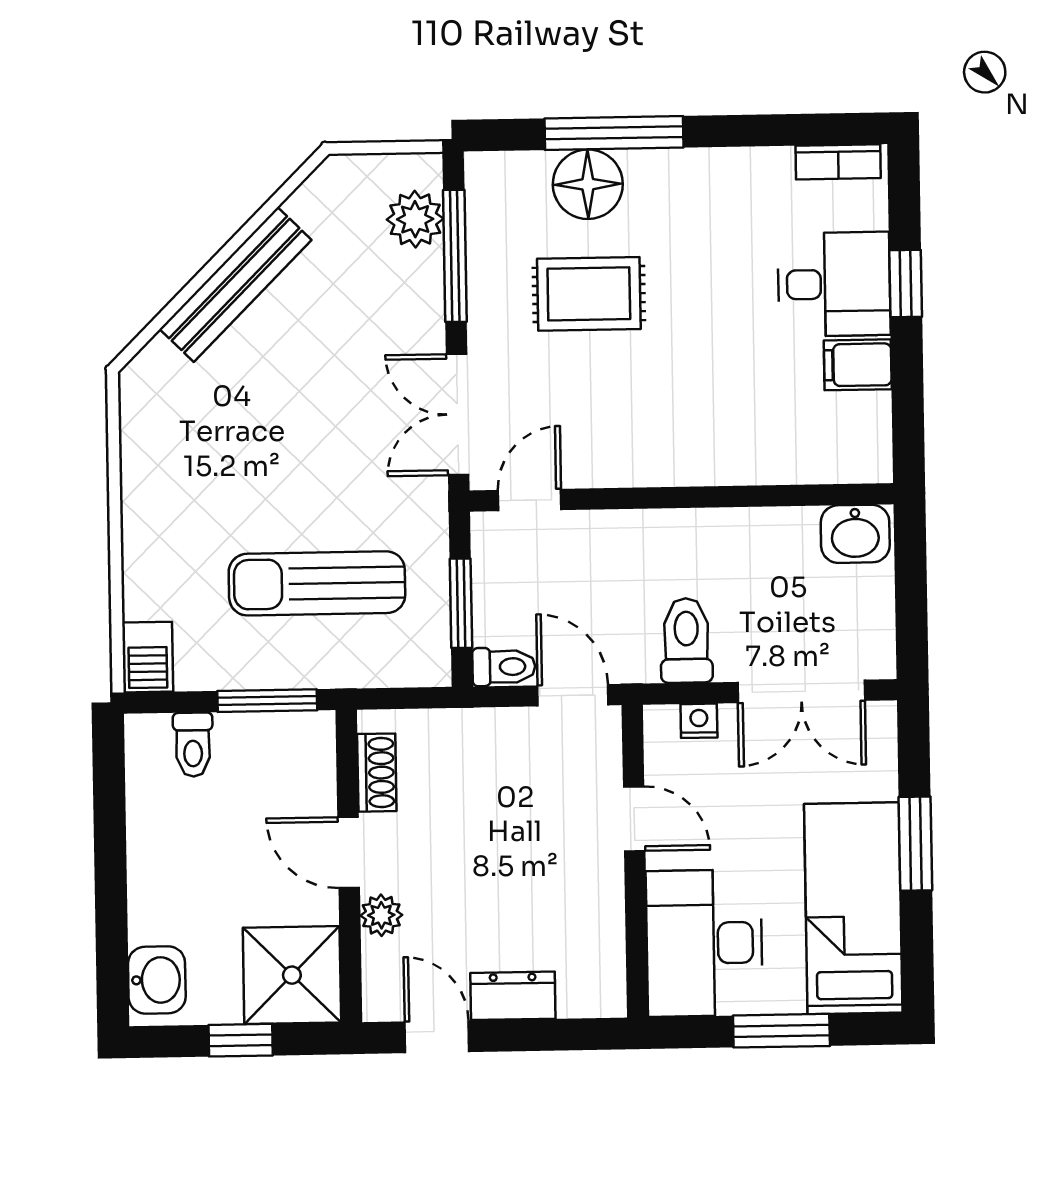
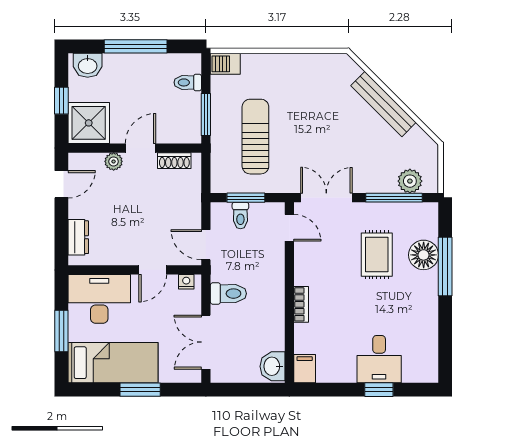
bookcase: (838, 162) -> (301, 304), moved, turned 180
filing cabinet: (858, 365) -> (305, 369), moved
toilet: (504, 667) -> (240, 216), moved
door: (573, 695) -> (206, 245), swing flipped
nightstand: (699, 721) -> (186, 282), moved, turned -90
window: (111, 868) -> (136, 46), added
dresser: (513, 996) -> (78, 237), moved

